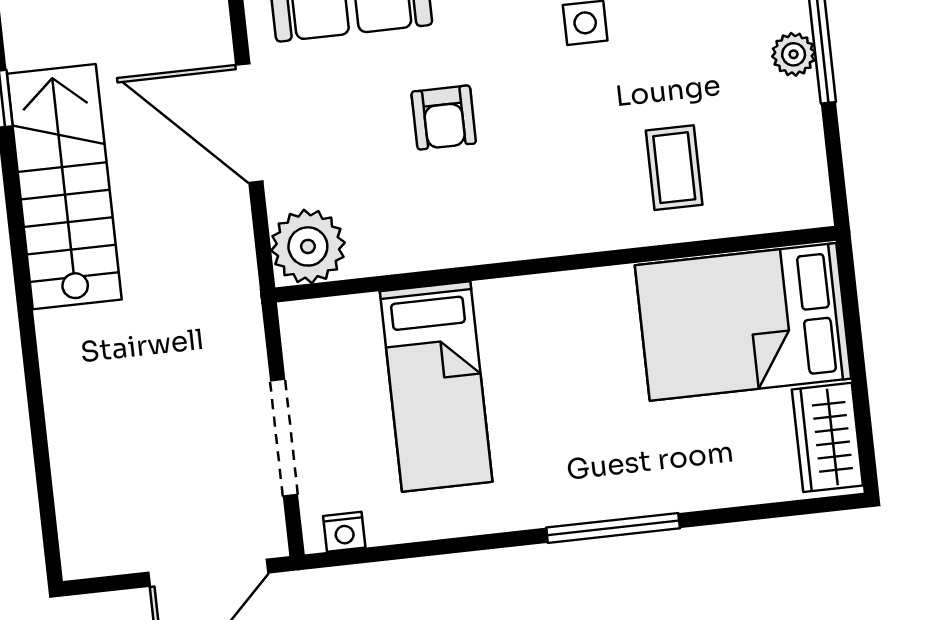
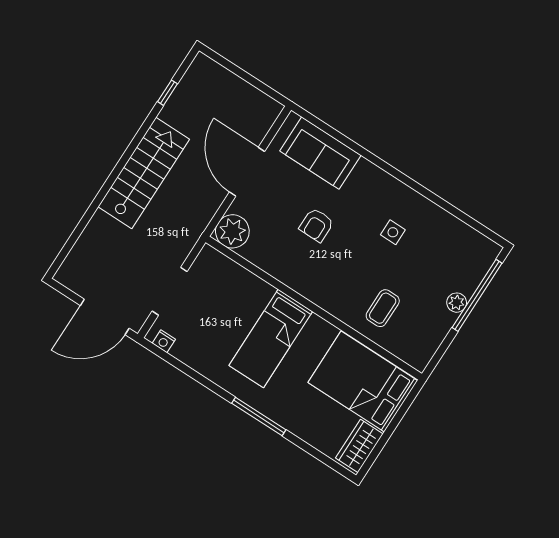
stairs: (64, 187) -> (144, 173), moved
bed: (436, 387) -> (271, 338), moved

